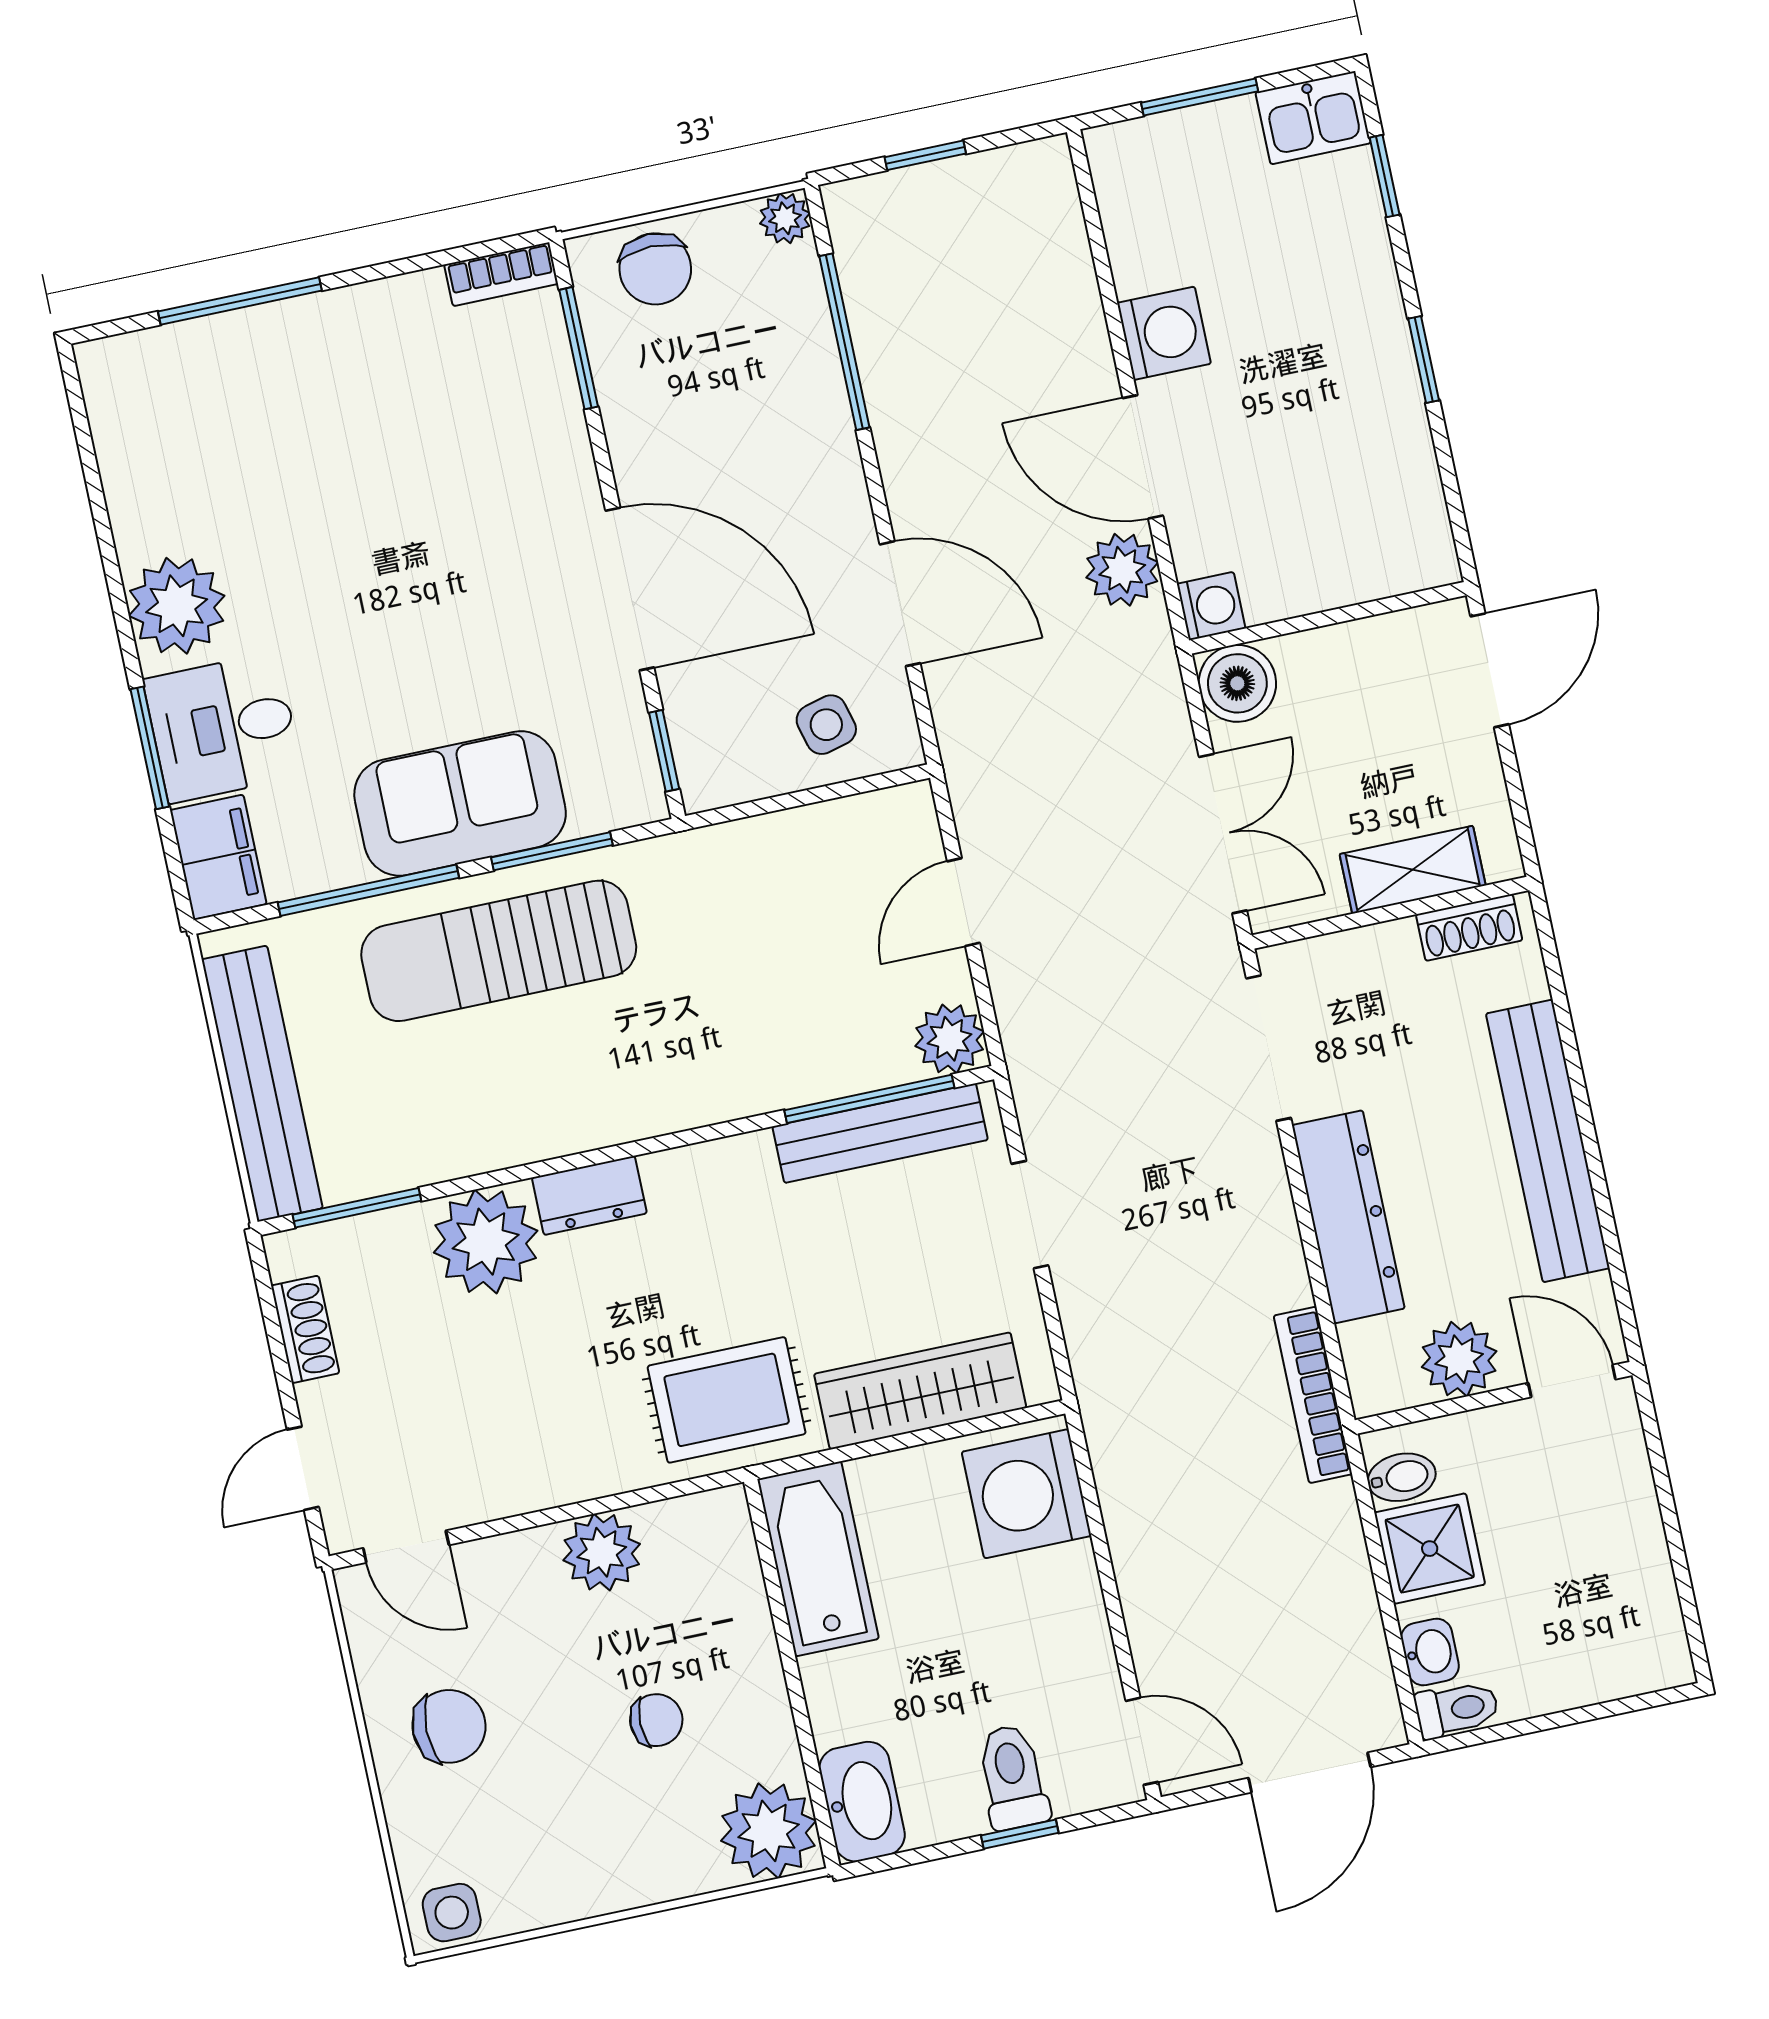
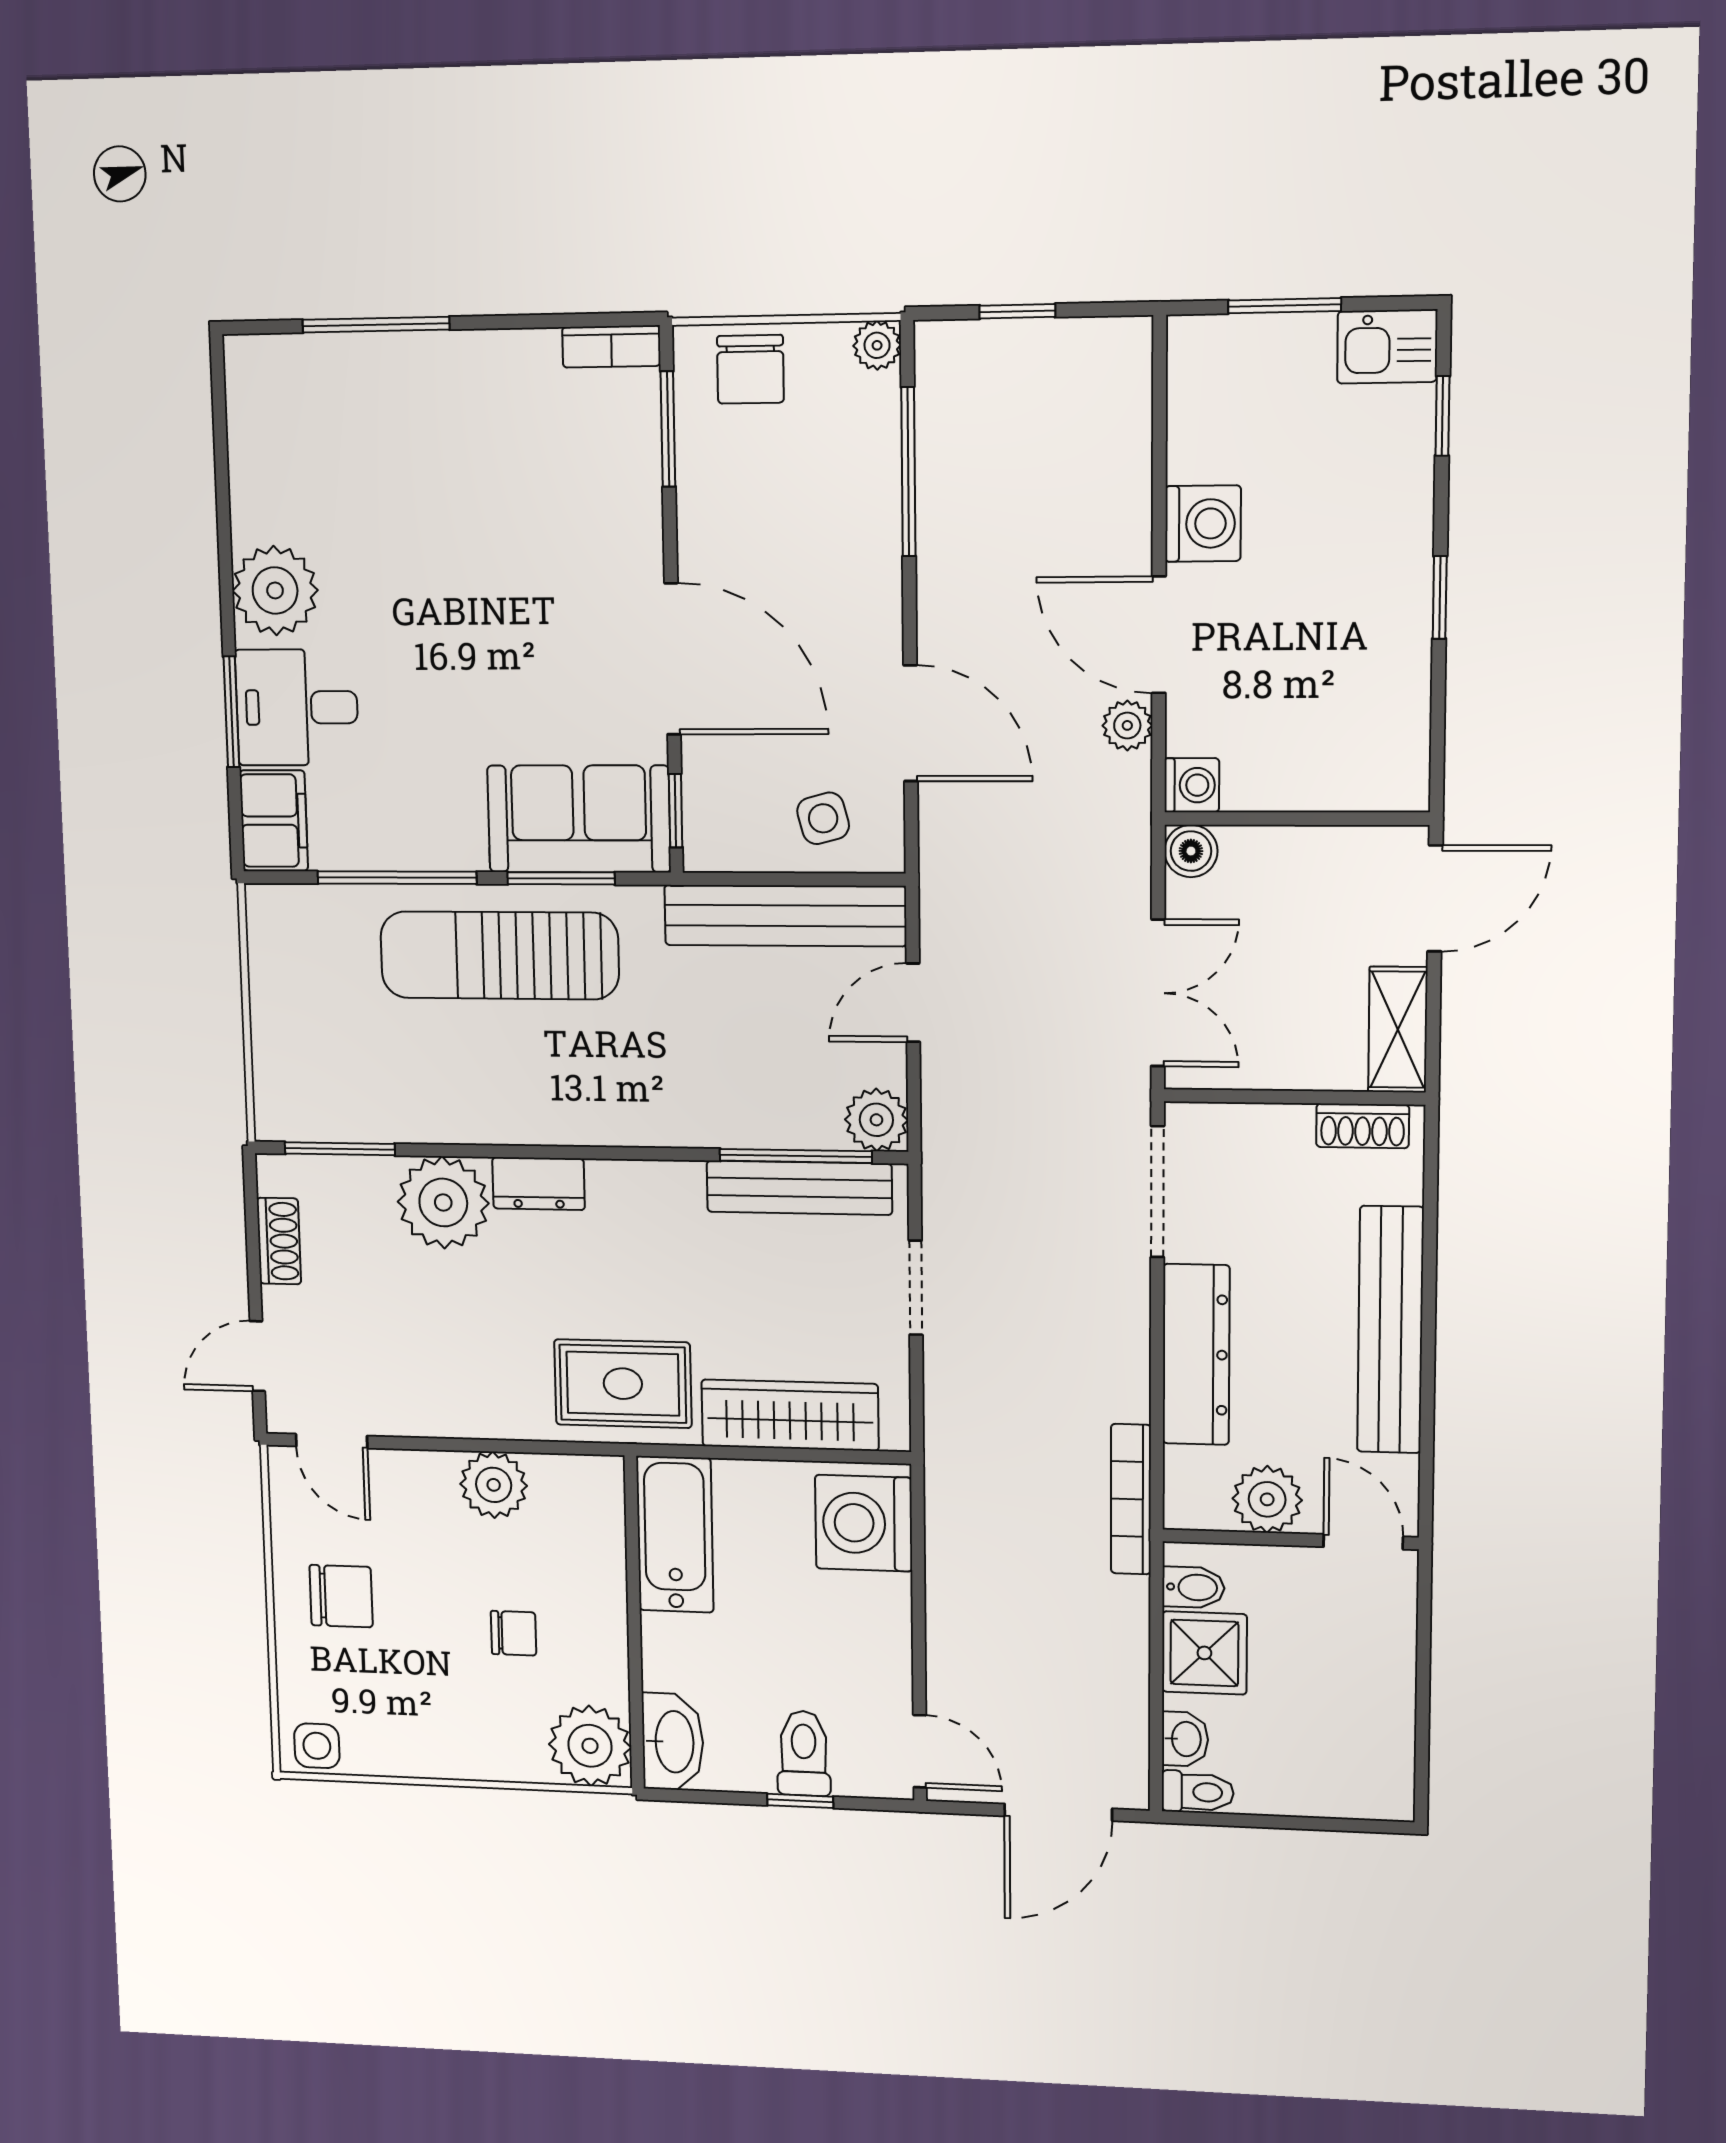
plant: (1122, 570) -> (1127, 725), width x0.73, depth x0.73
boiler: (1237, 683) -> (1191, 851), width x0.73, depth x0.73
sofa: (460, 803) -> (579, 819), moved
shelving: (1413, 870) -> (1398, 1030), moved, turned 90
bench: (262, 1084) -> (785, 916), moved, turned 90

